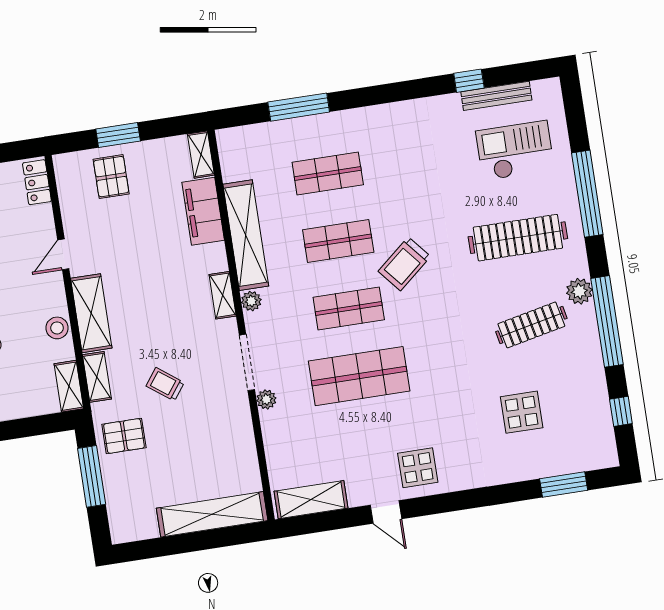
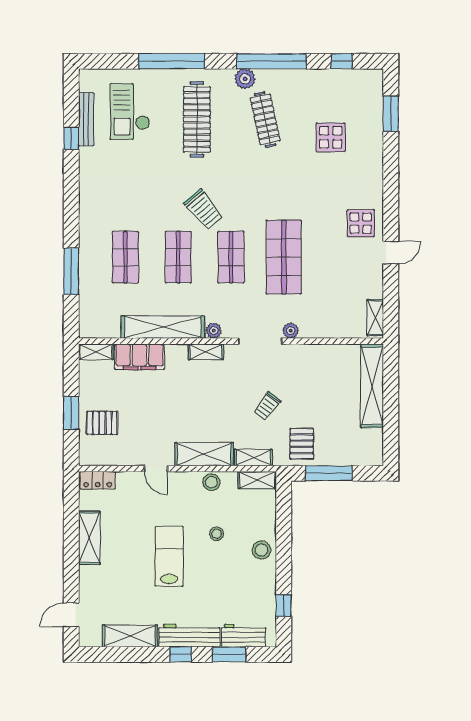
shelving: (311, 500) -> (375, 318), width x0.67, depth x0.75

